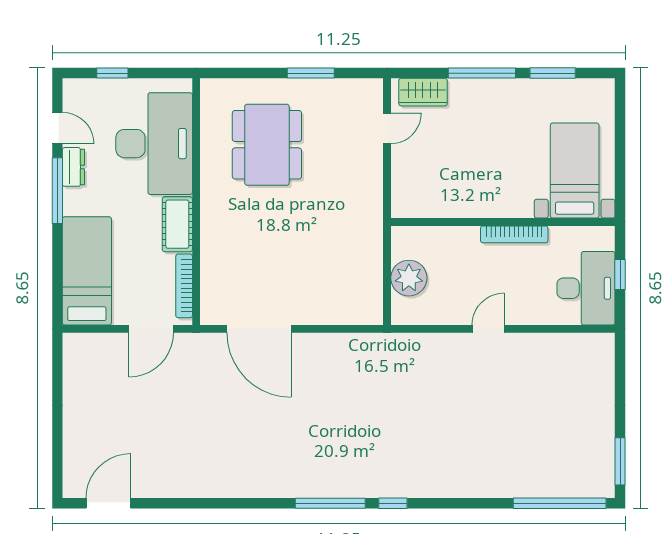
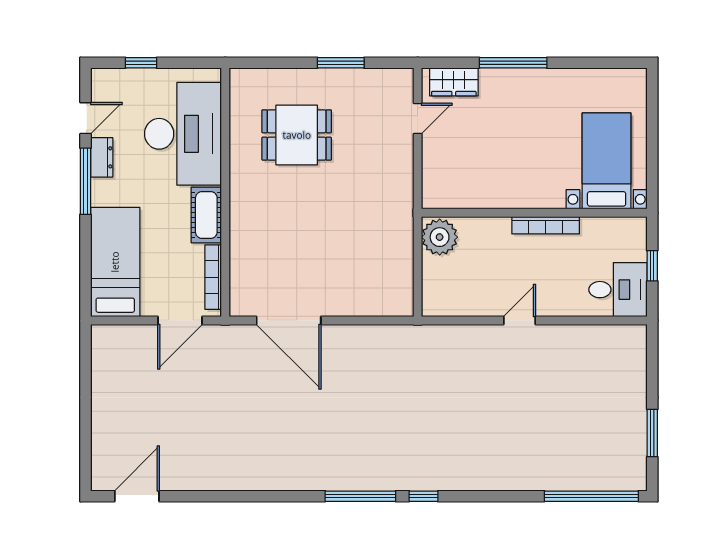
window: (553, 73) -> (584, 63), removed
door: (57, 128) -> (86, 118), hinge flipped
dining table: (267, 145) -> (297, 135), width x0.73
plant: (409, 278) -> (440, 237), moved
desk: (586, 288) -> (618, 290), width x0.73
window: (620, 461) -> (652, 433), moved

